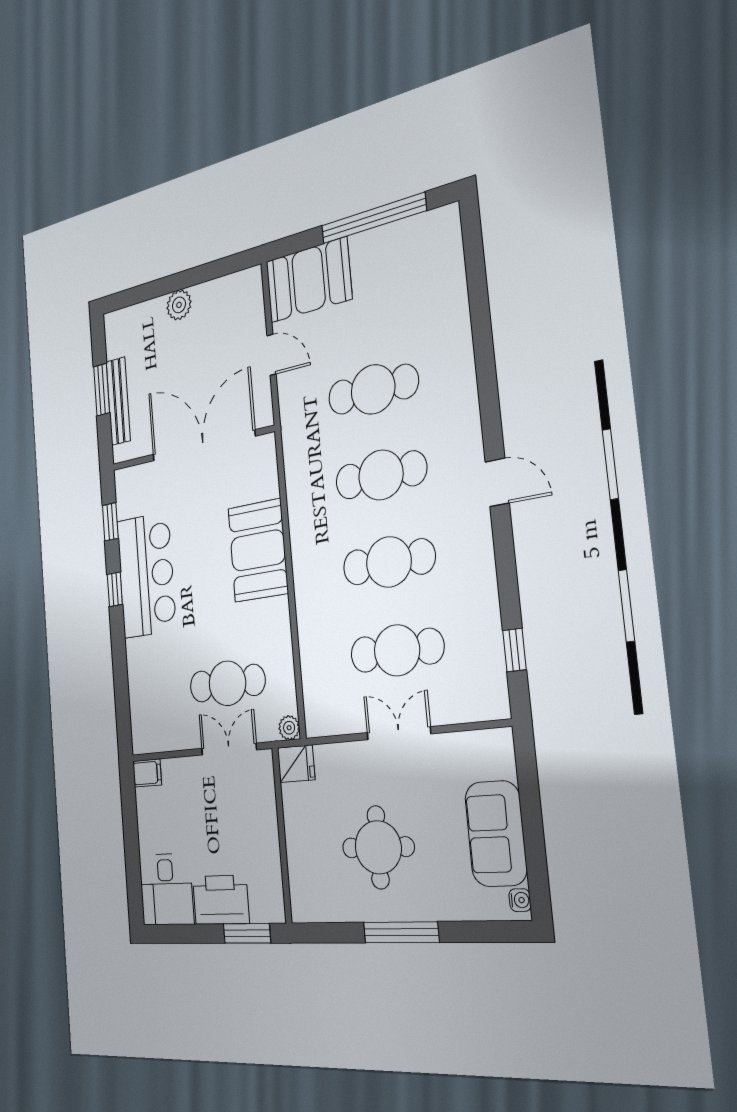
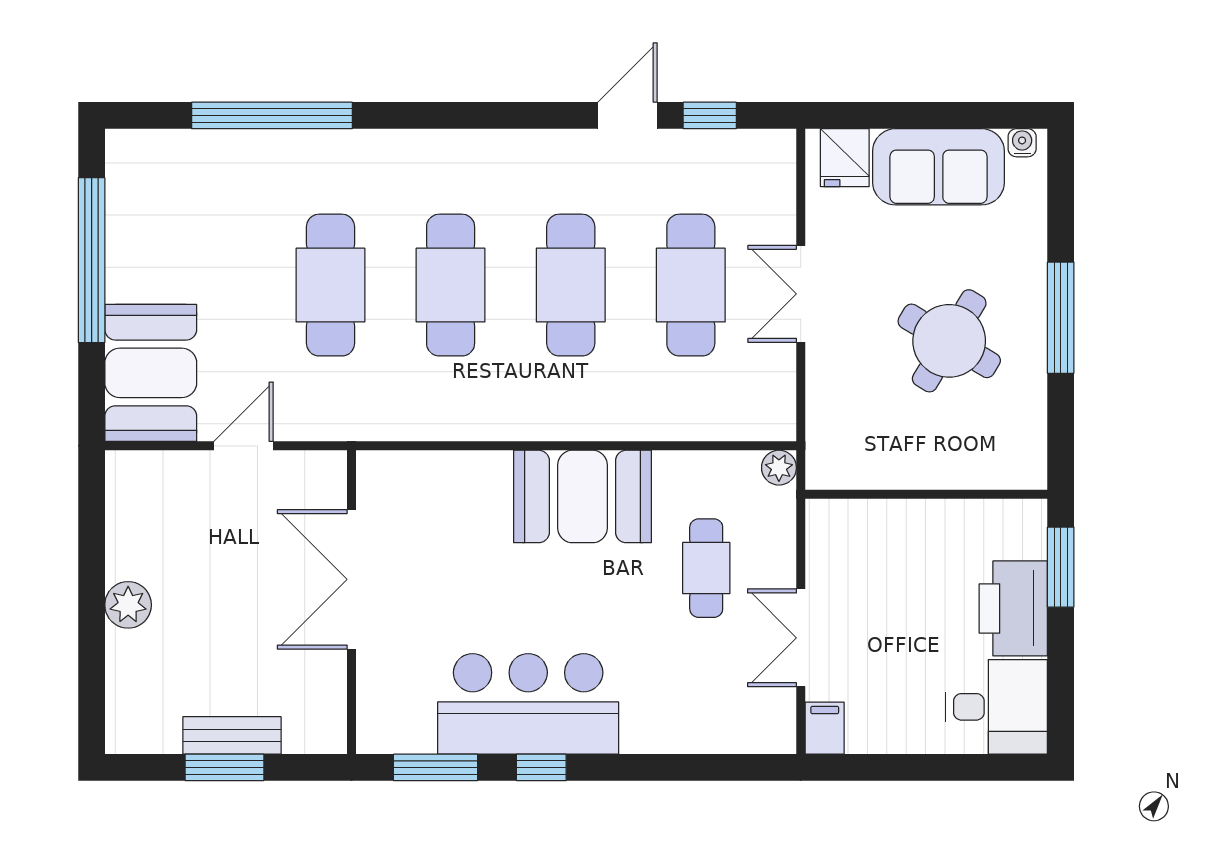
window: (480, 319) -> (272, 115), added
bench: (118, 401) -> (232, 735), width x0.73
double door: (203, 446) -> (351, 579), width x0.73
door: (497, 482) -> (628, 115), moved
window: (110, 522) -> (435, 767), width x1.50
booth: (258, 550) -> (582, 496), moved
cafe table: (227, 683) -> (706, 568), width x0.73, depth x0.74
double door: (229, 749) -> (801, 638), moved
fridge: (296, 764) -> (845, 158), moved, turned 180
round table: (378, 847) -> (949, 341), turned 30

